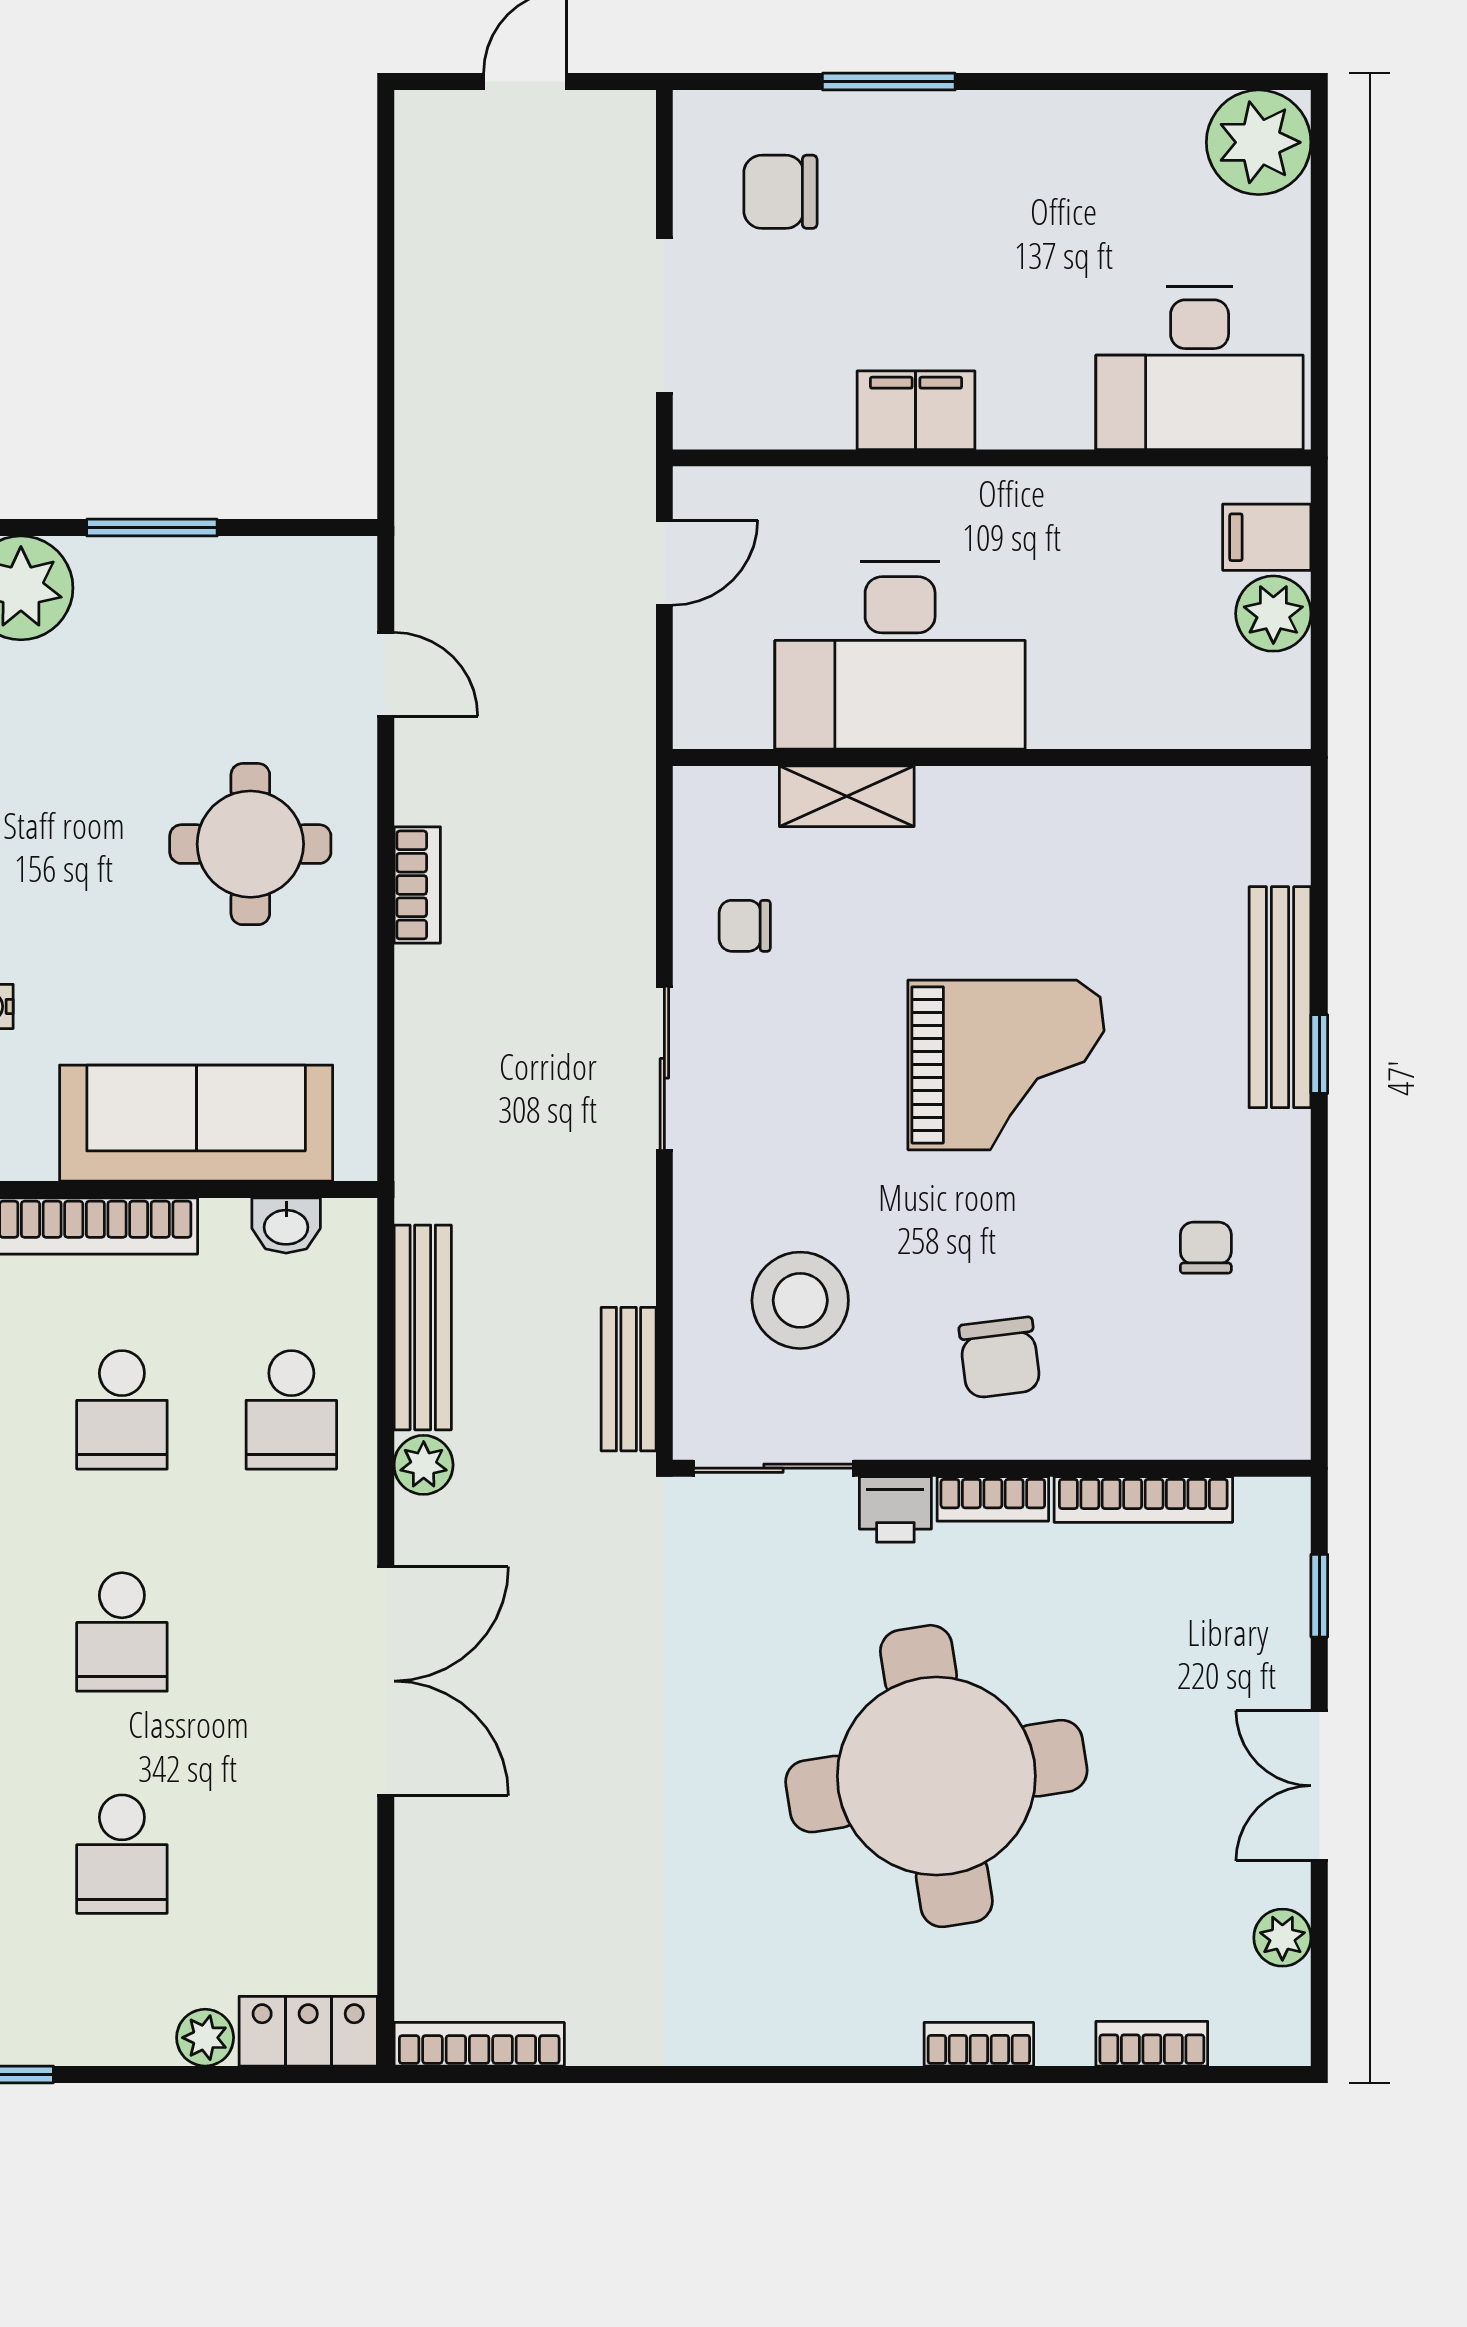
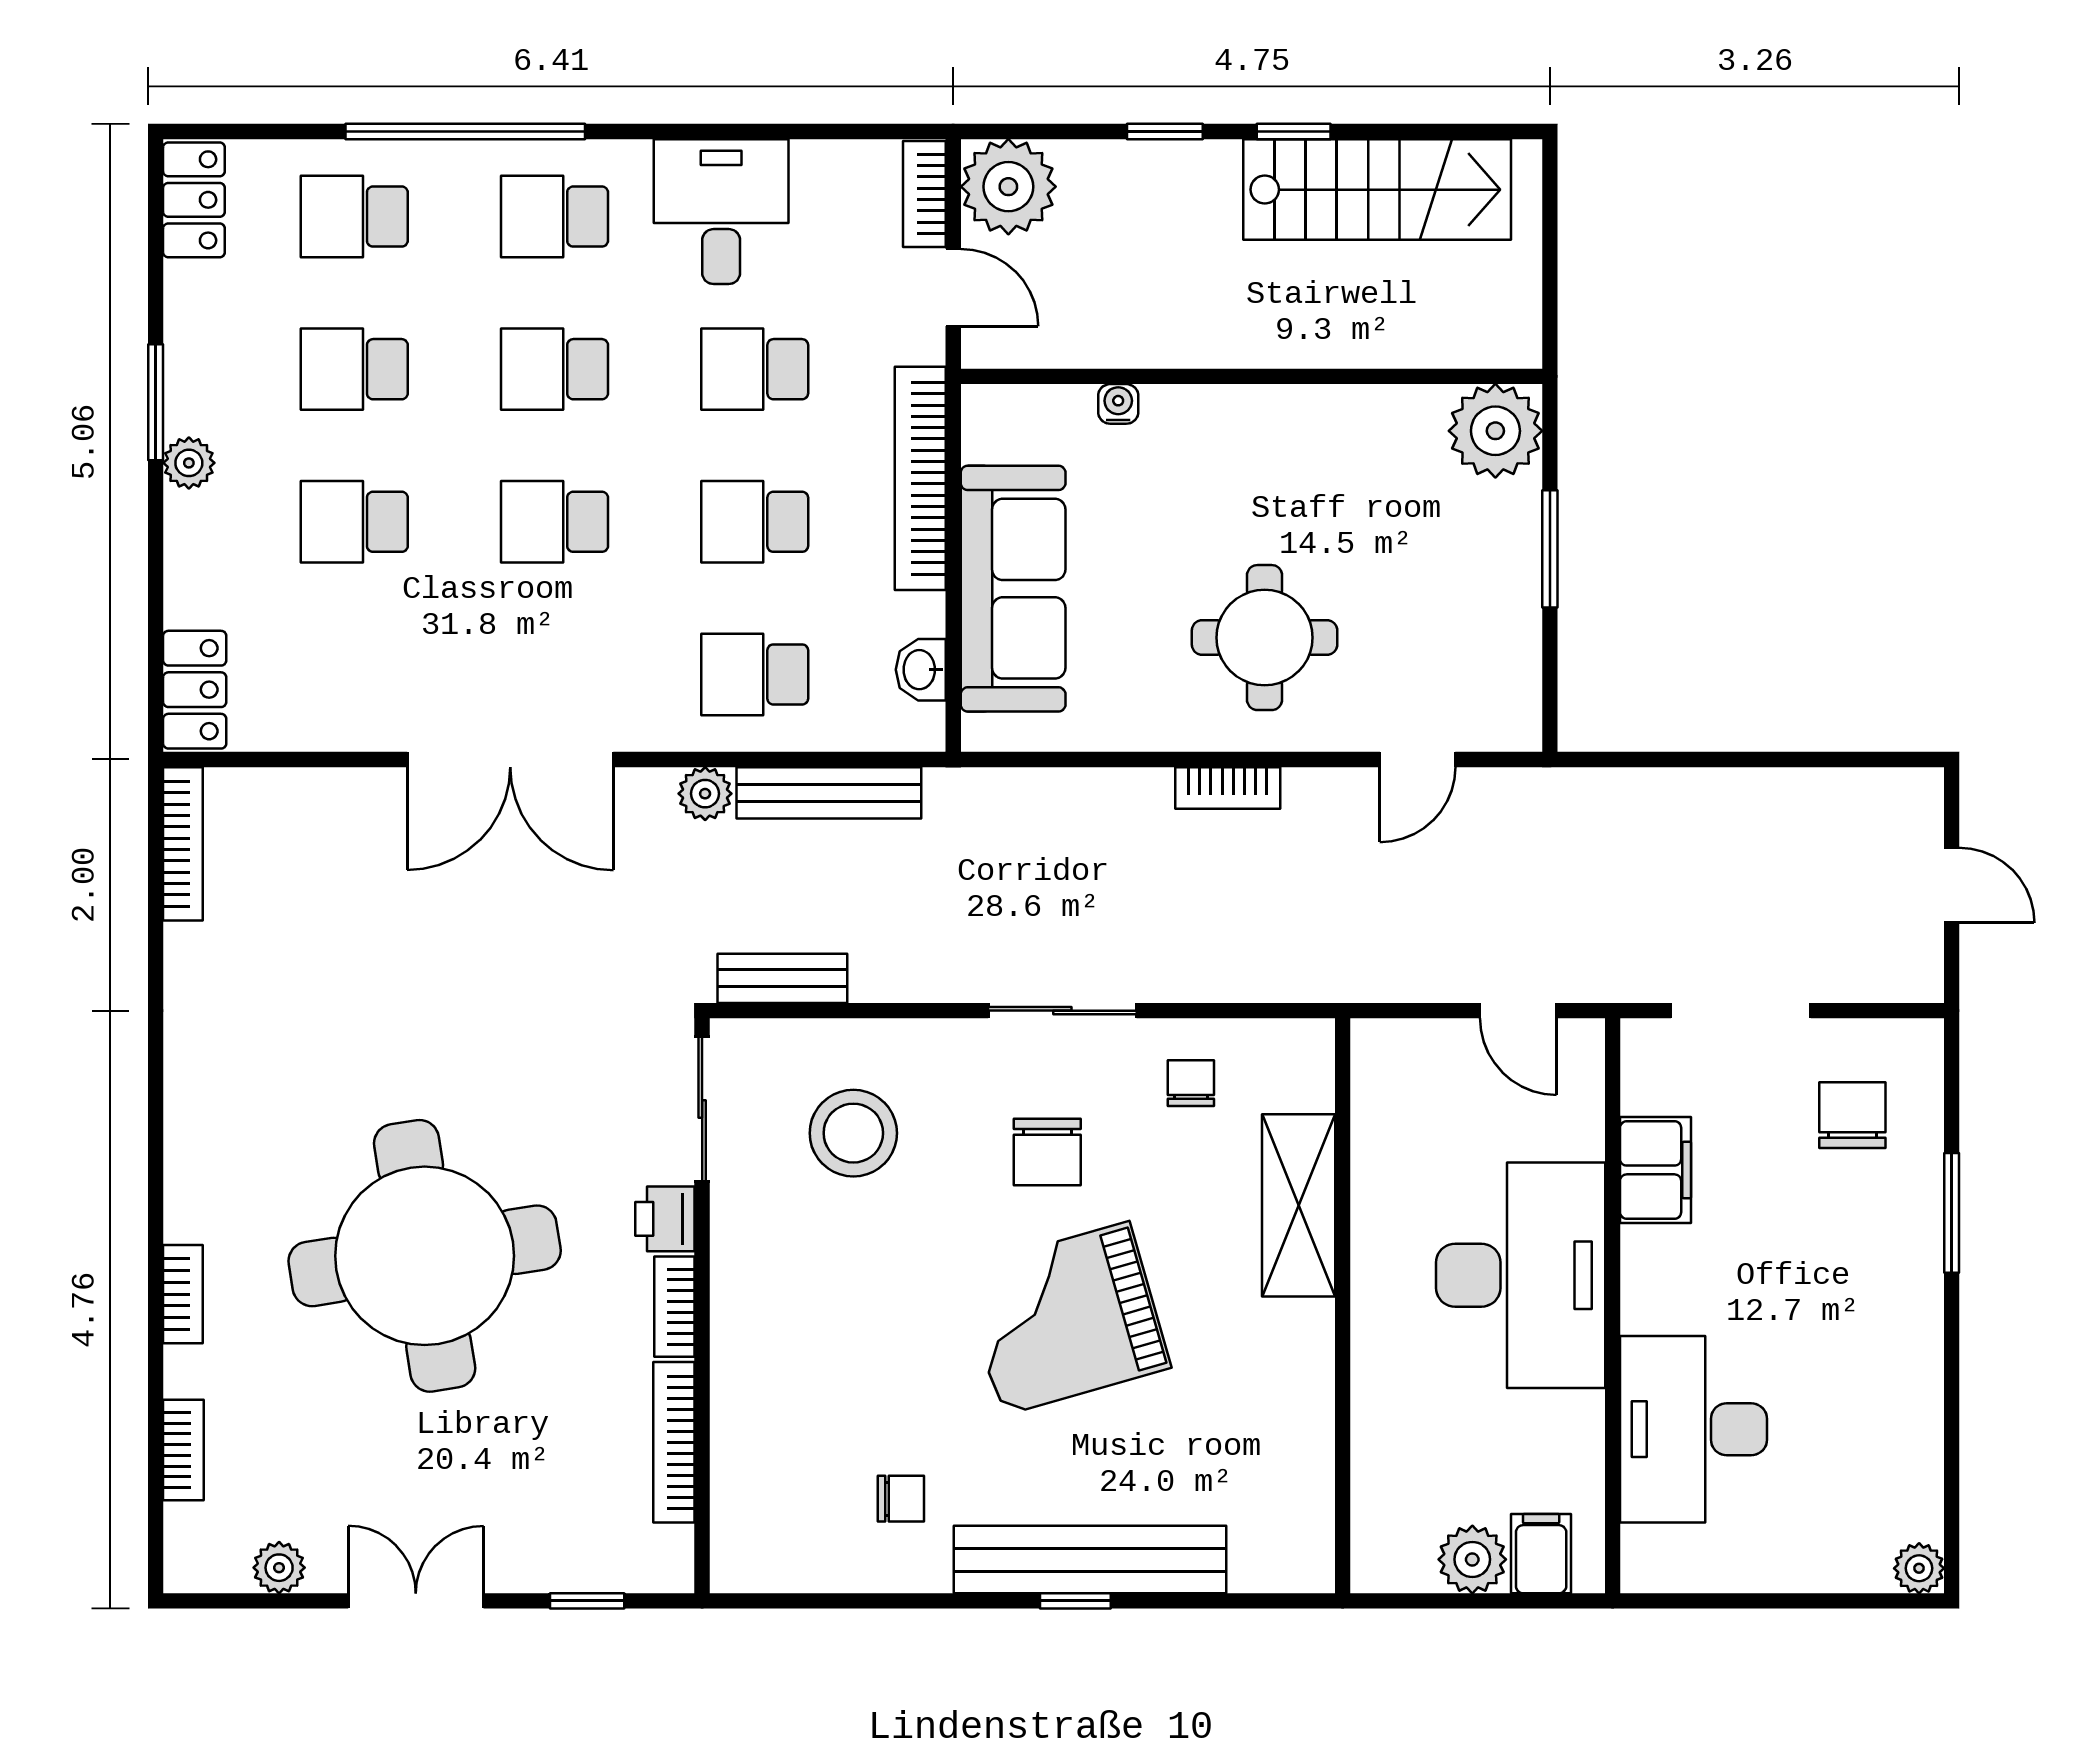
plant: (1259, 142) -> (1919, 1568), width x0.53, depth x0.53
desk: (1200, 368) -> (1693, 1429), moved
filing cabinet: (916, 410) -> (1656, 1170), moved
desk: (900, 655) -> (1521, 1275), moved, turned 180
shelving: (847, 796) -> (1299, 1205), width x1.50, depth x1.33
bench: (1280, 997) -> (1090, 1560), width x1.37, depth x1.21
grand piano: (1006, 1065) -> (1065, 1319), turned 74
chair: (1000, 1358) -> (1047, 1152), moved, turned -83
plant: (205, 2038) -> (189, 463), moved

